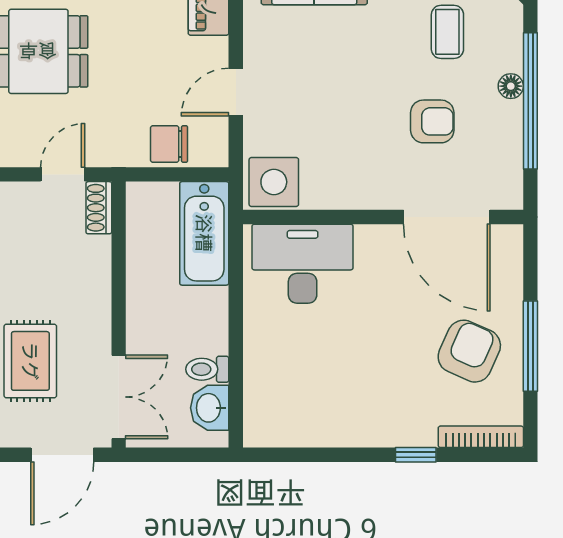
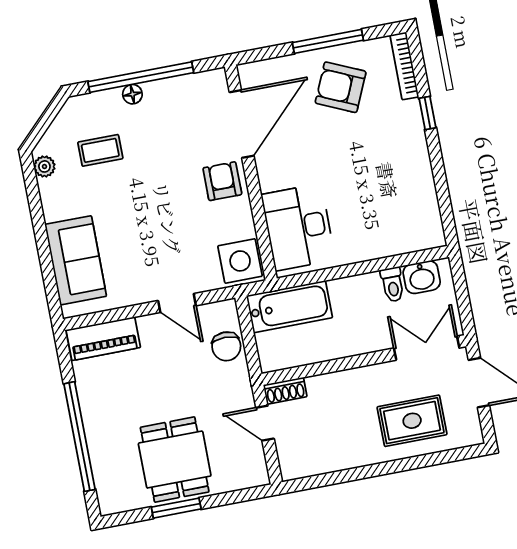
armchair: (432, 121) -> (222, 181), moved

